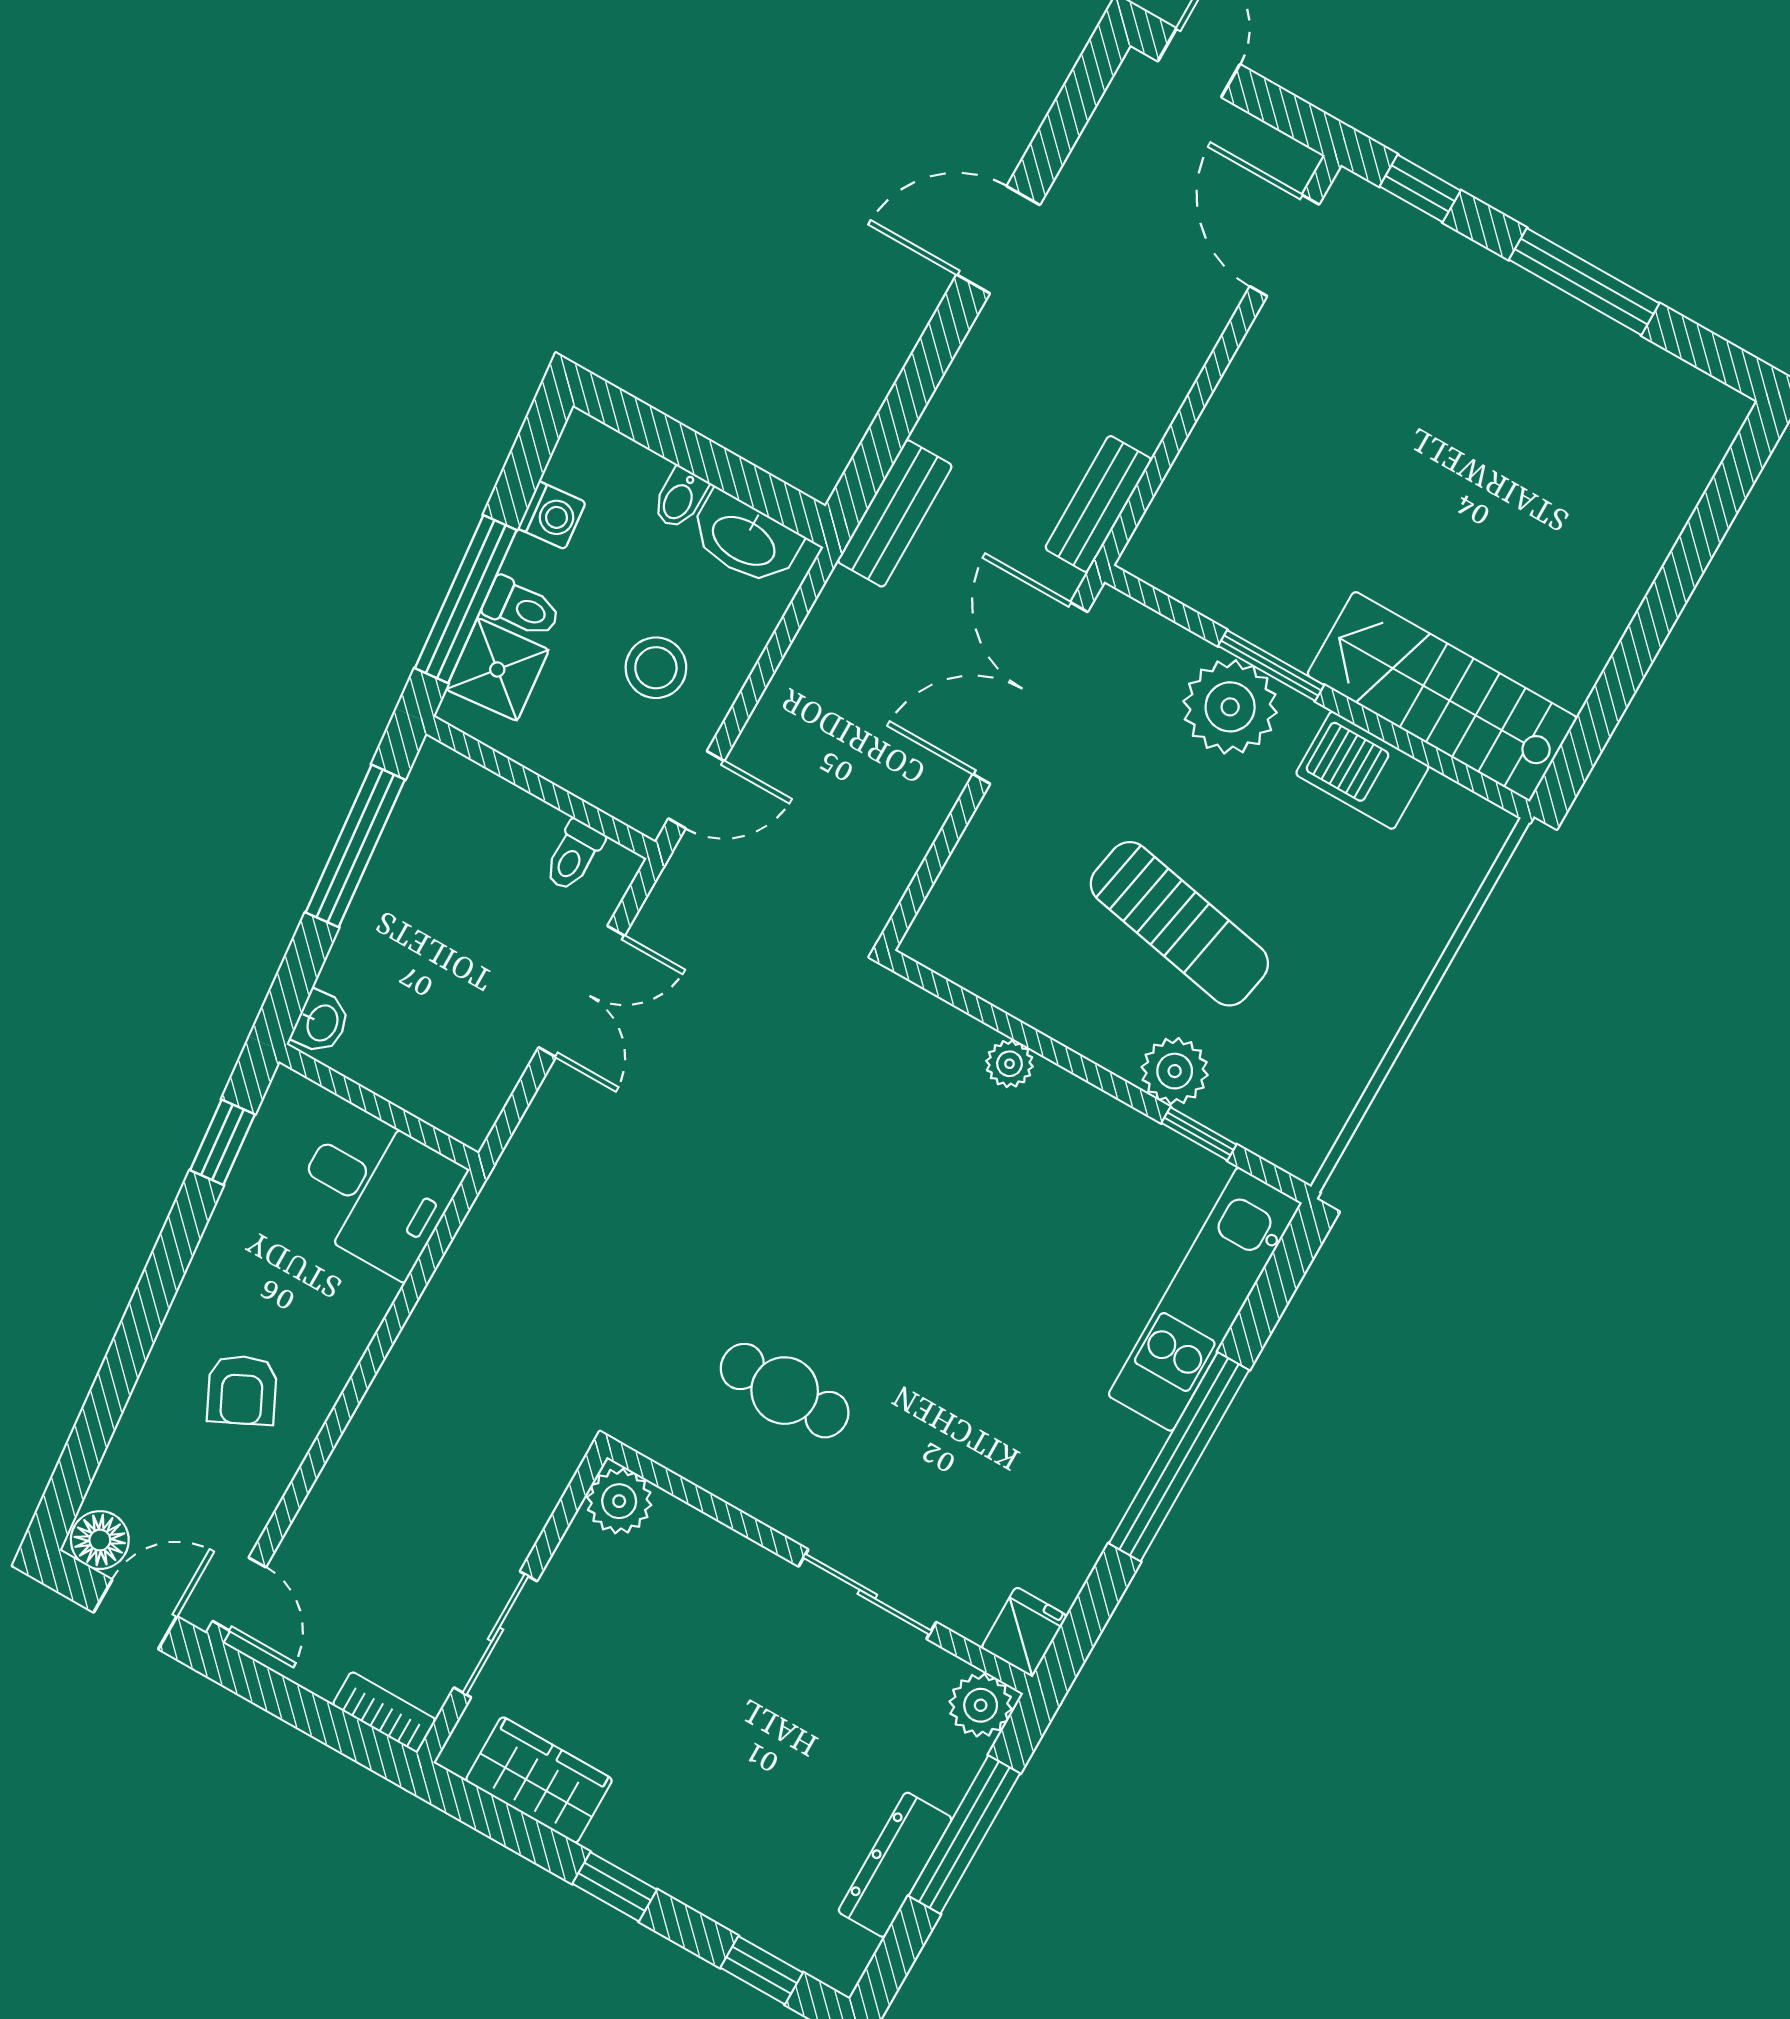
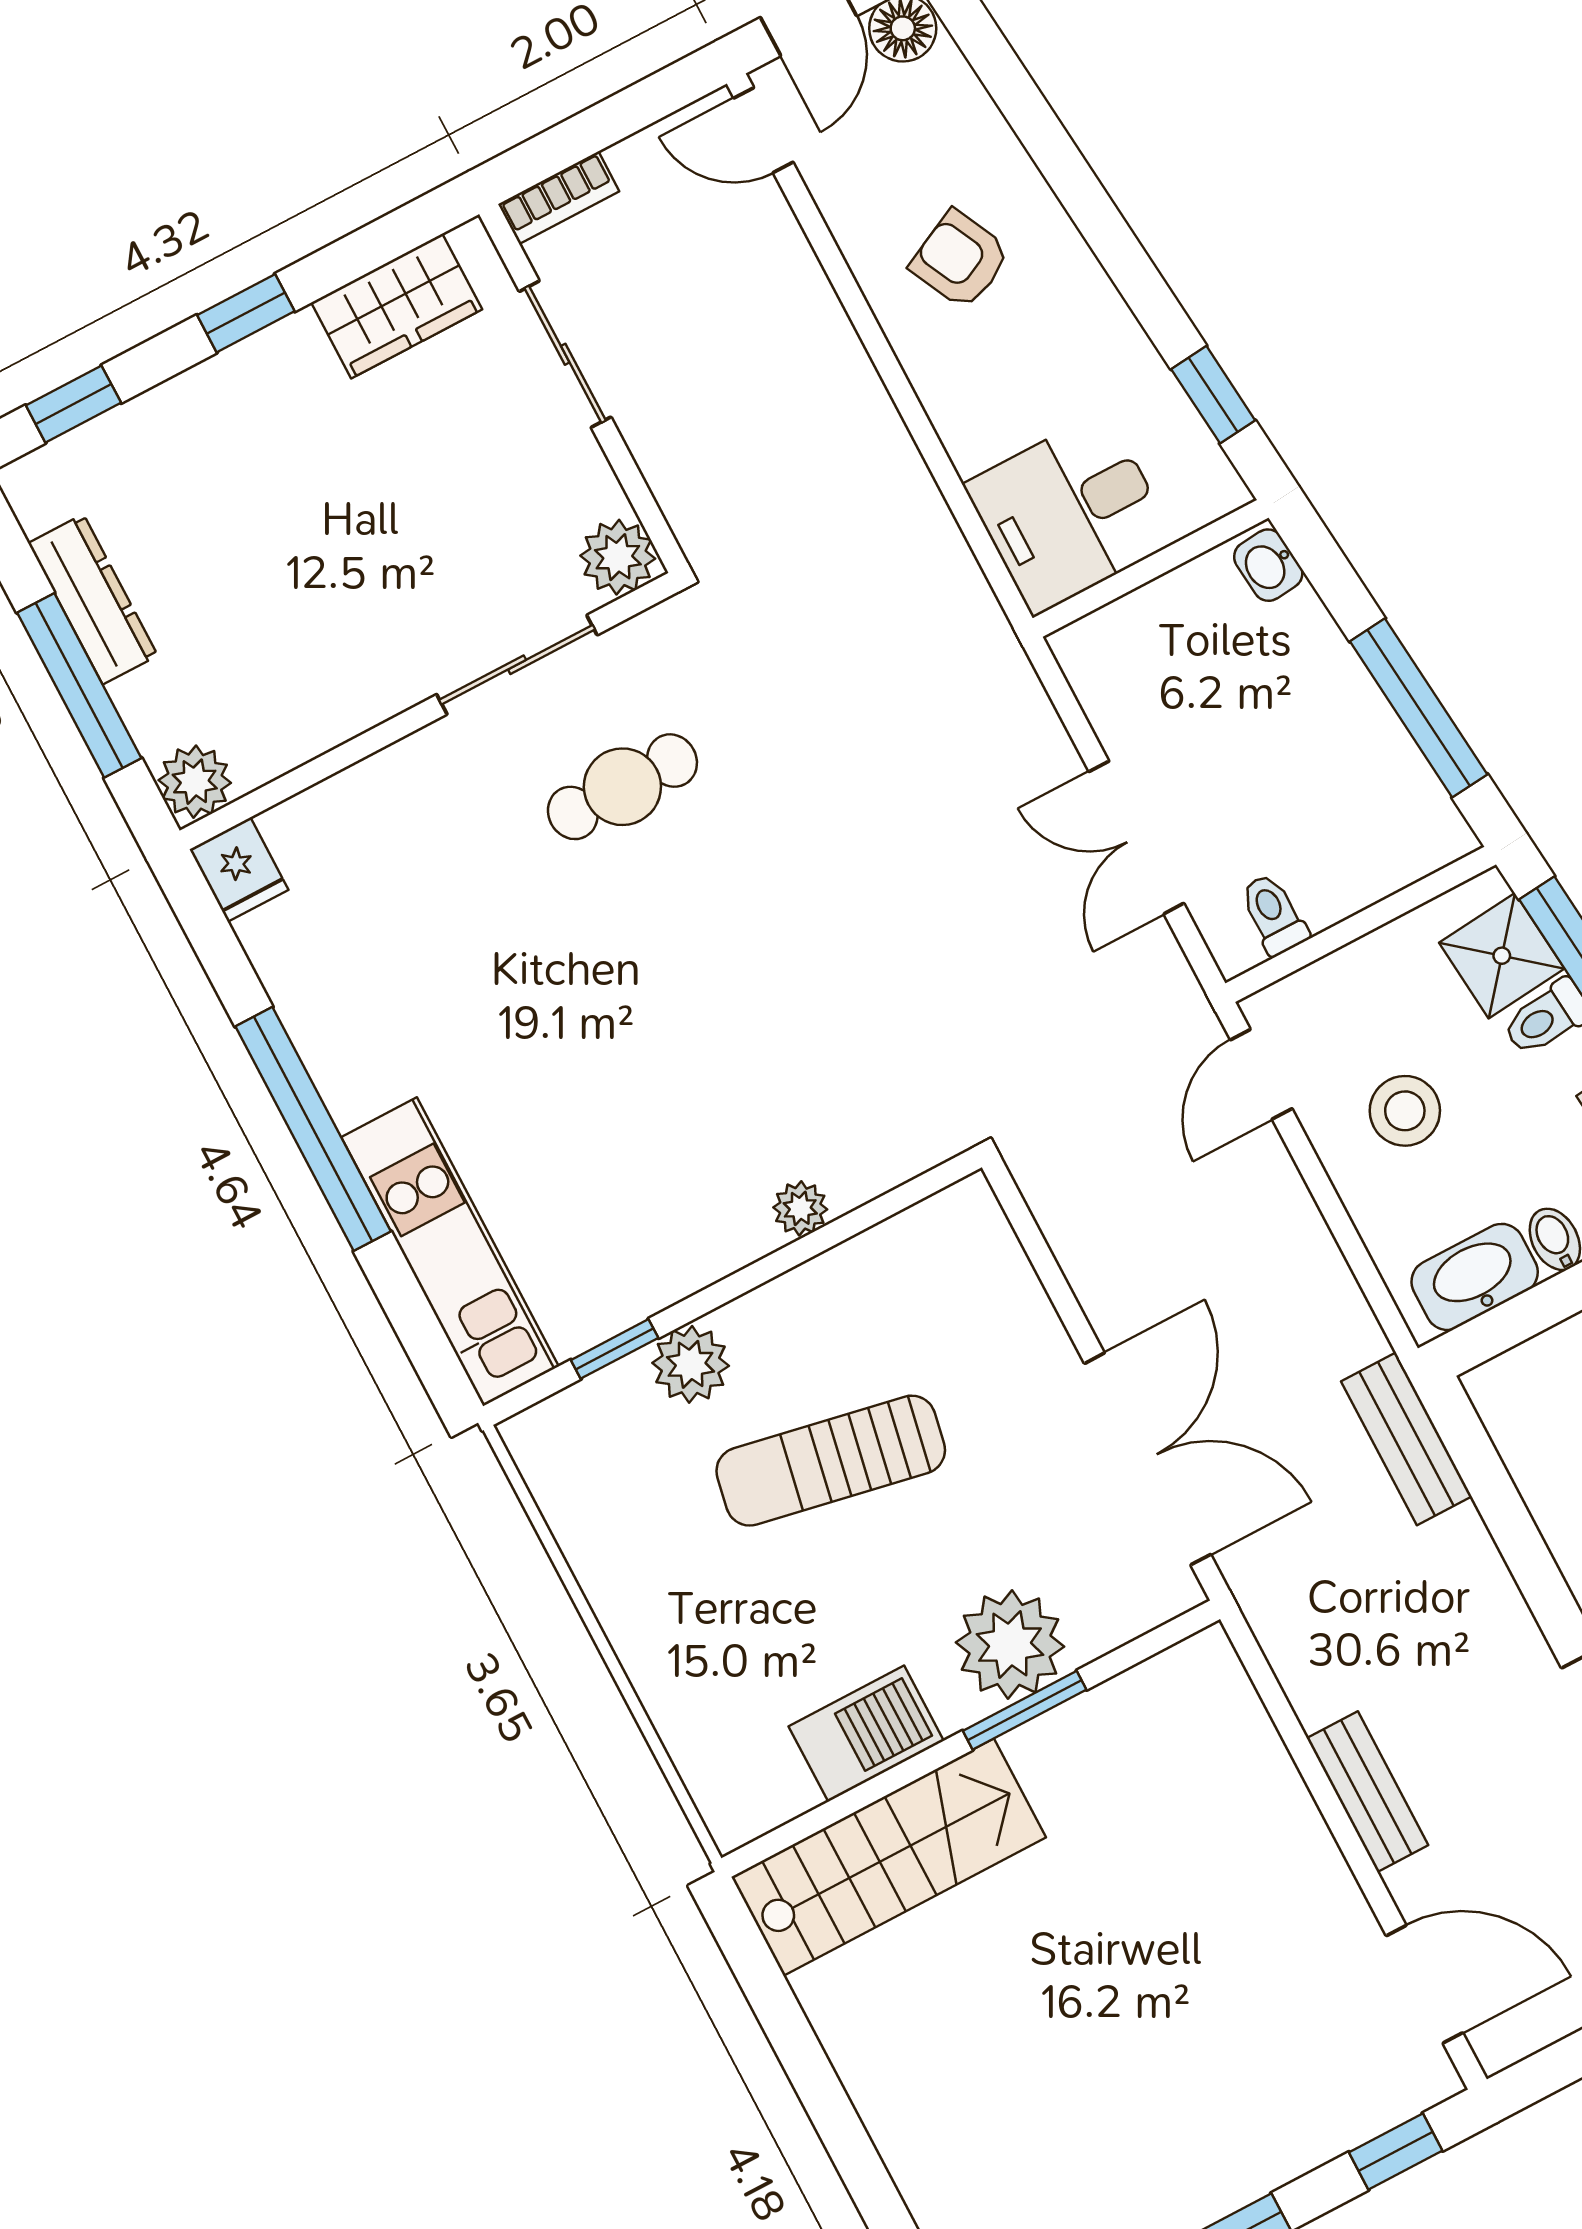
bench: (1098, 504) -> (1368, 1792), moved
sliding door: (867, 1594) -> (517, 665), moved

